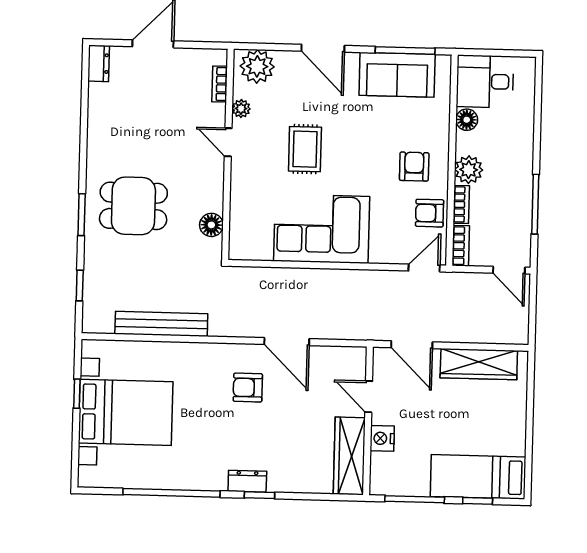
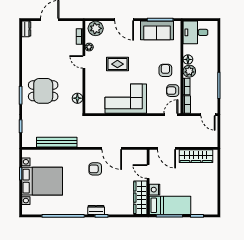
floor lamp: (467, 120) -> (188, 59), moved
rug: (305, 149) -> (117, 64), turned 90
bed: (478, 477) -> (170, 205), moved, turned 180

